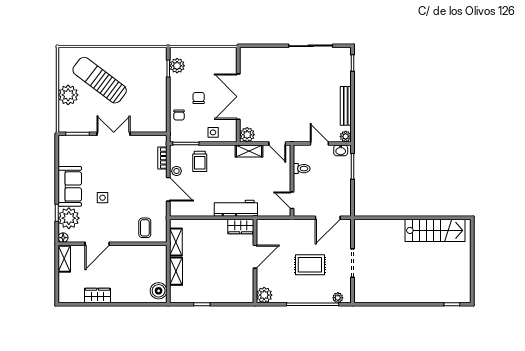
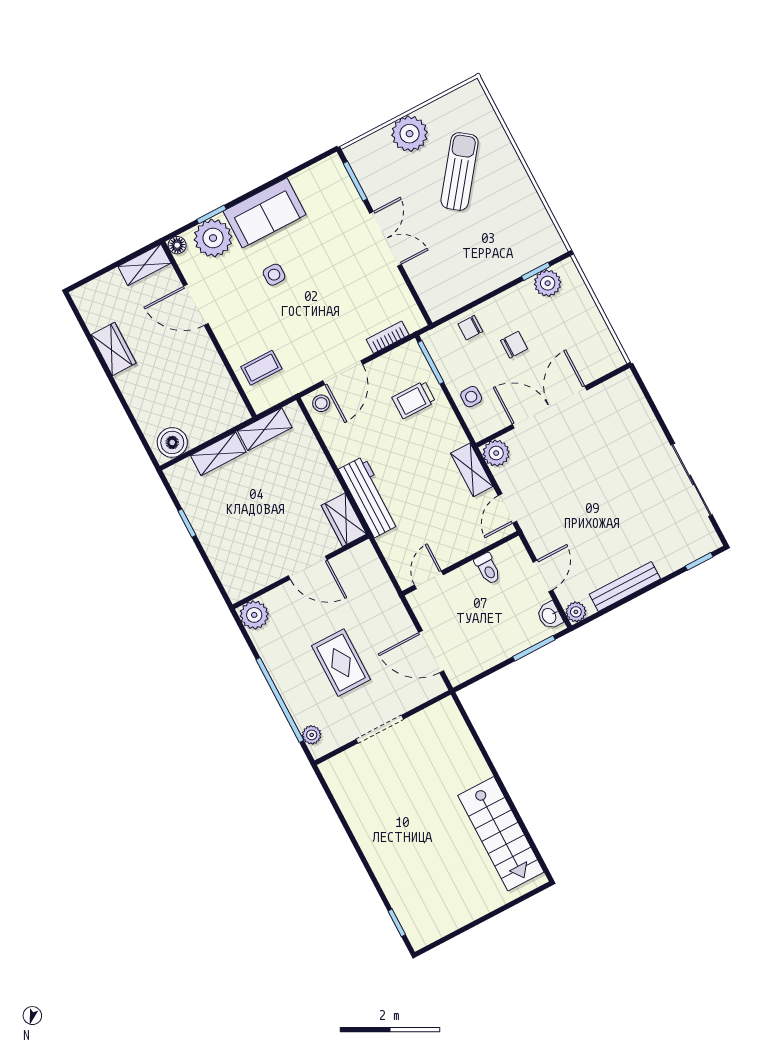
sun lounger: (100, 80) -> (460, 171), width x0.73, depth x0.75
stool: (177, 171) -> (321, 403), moved

